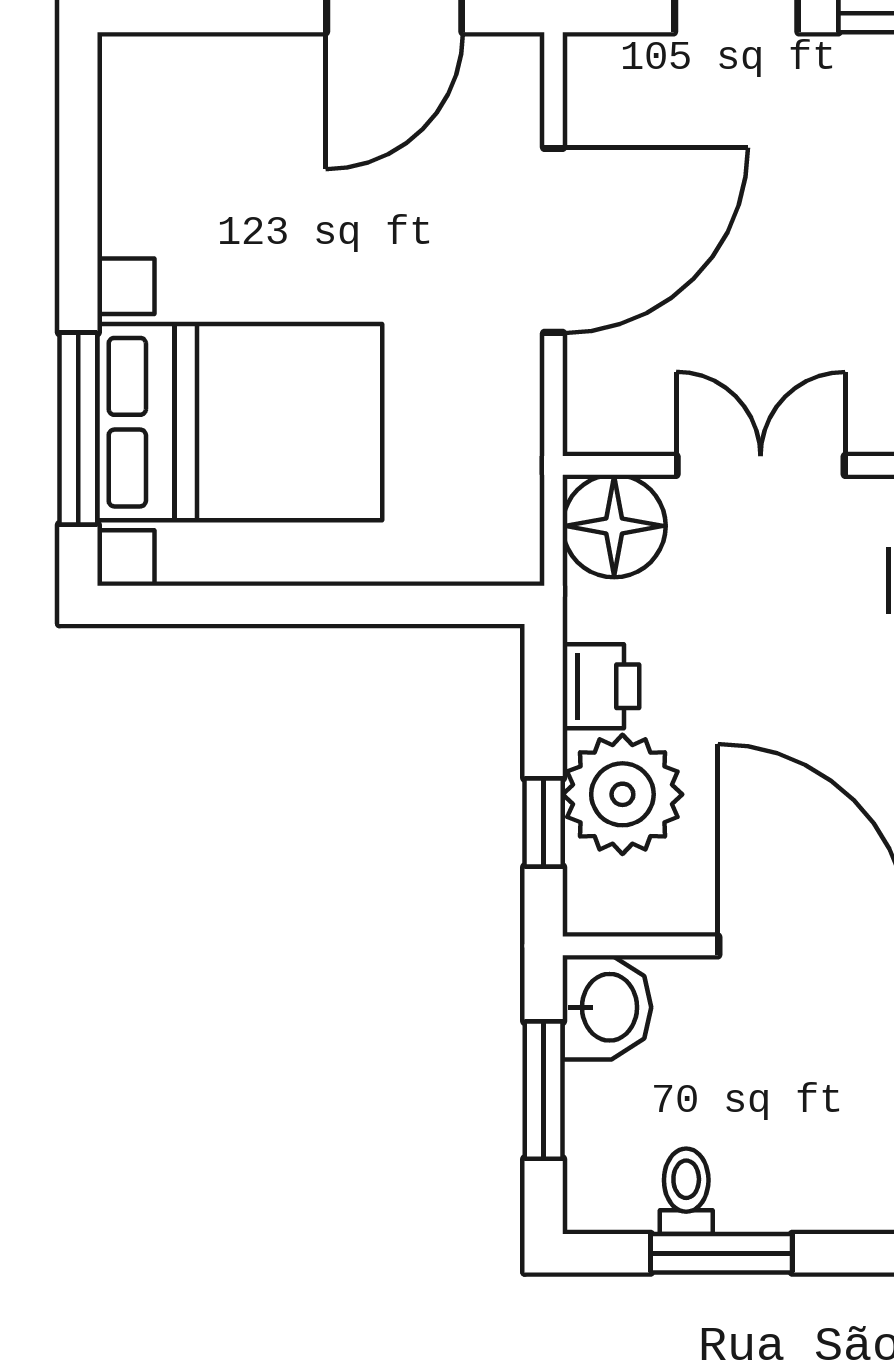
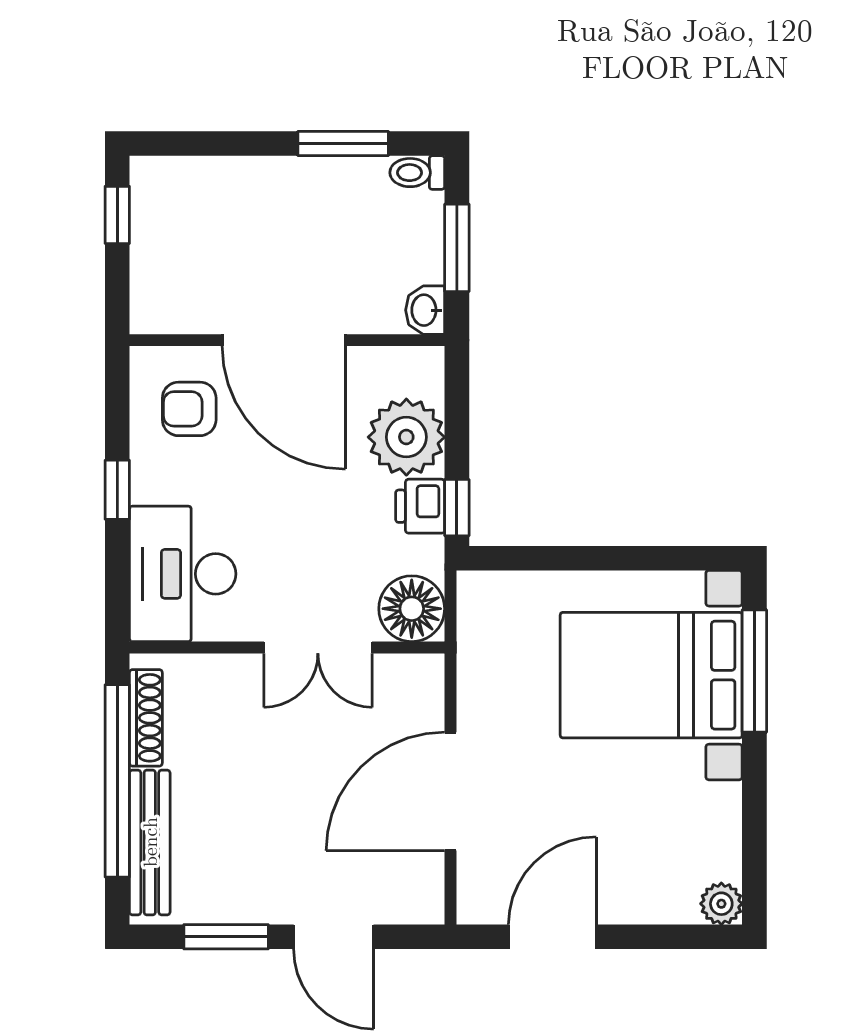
plant: (130, 65) -> (721, 904), added
window: (544, 823) -> (457, 508), moved
washbasin: (607, 1007) -> (425, 310), width x0.72, depth x0.69
toilet: (686, 1191) -> (417, 173), moved, turned 90

